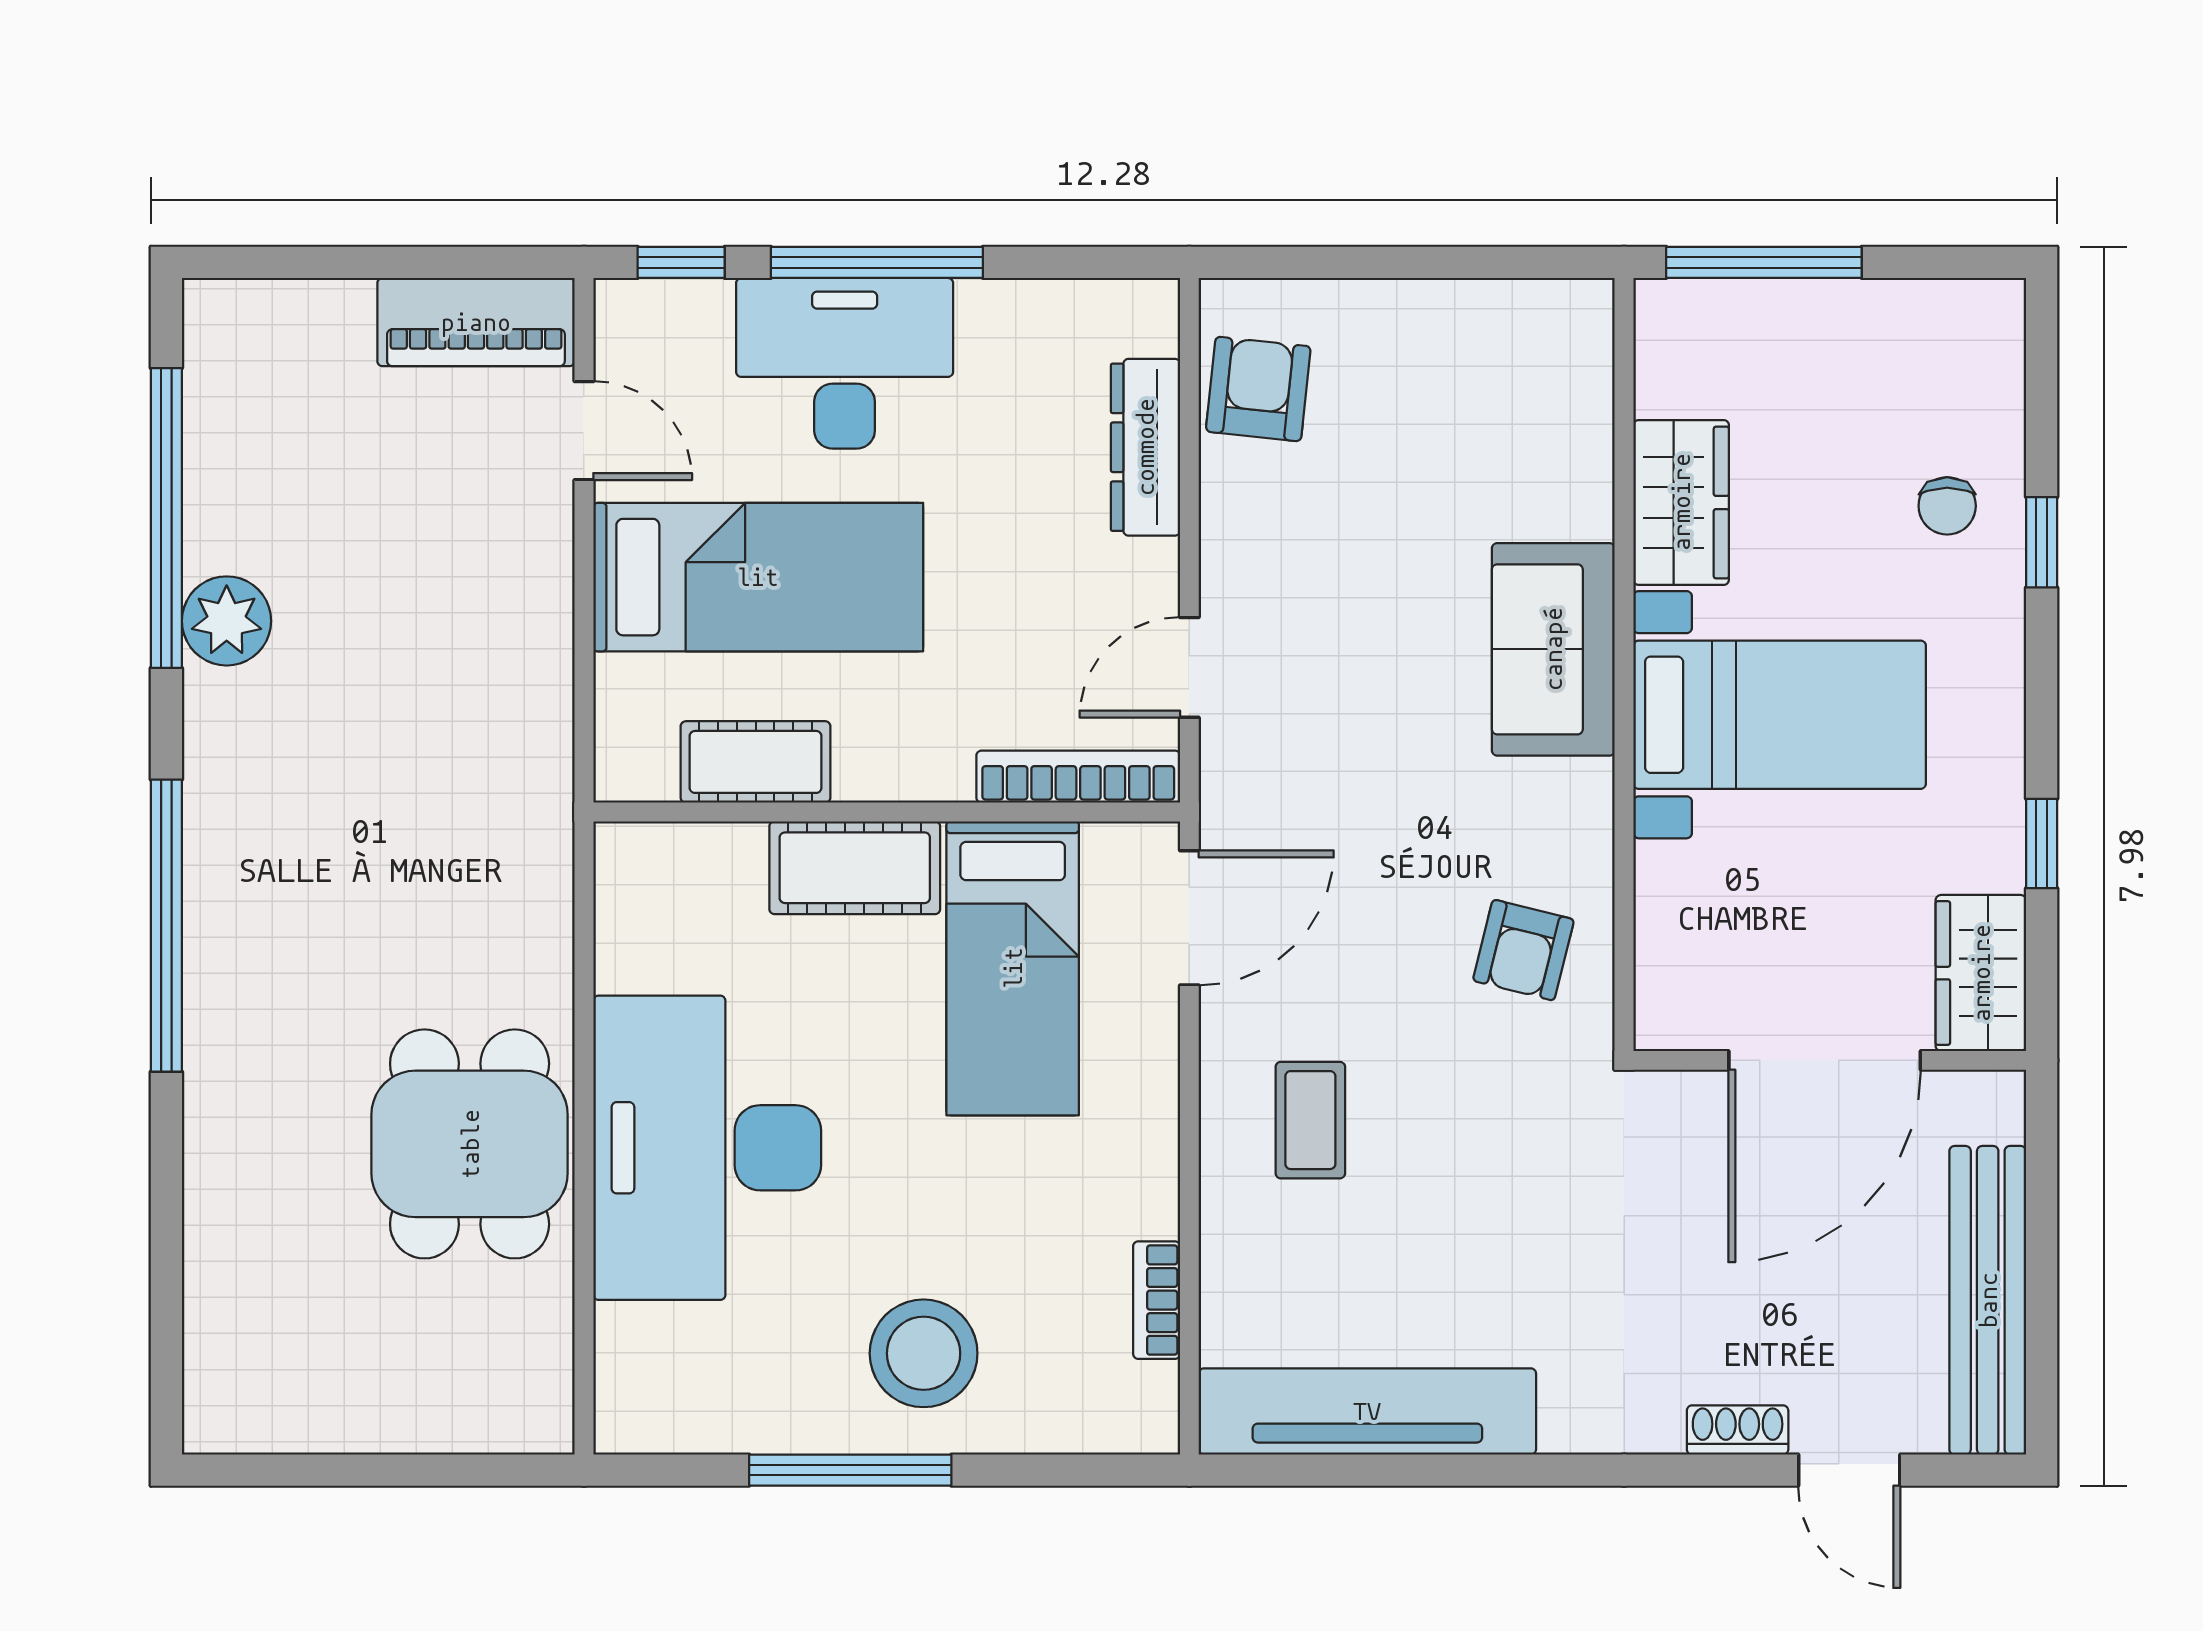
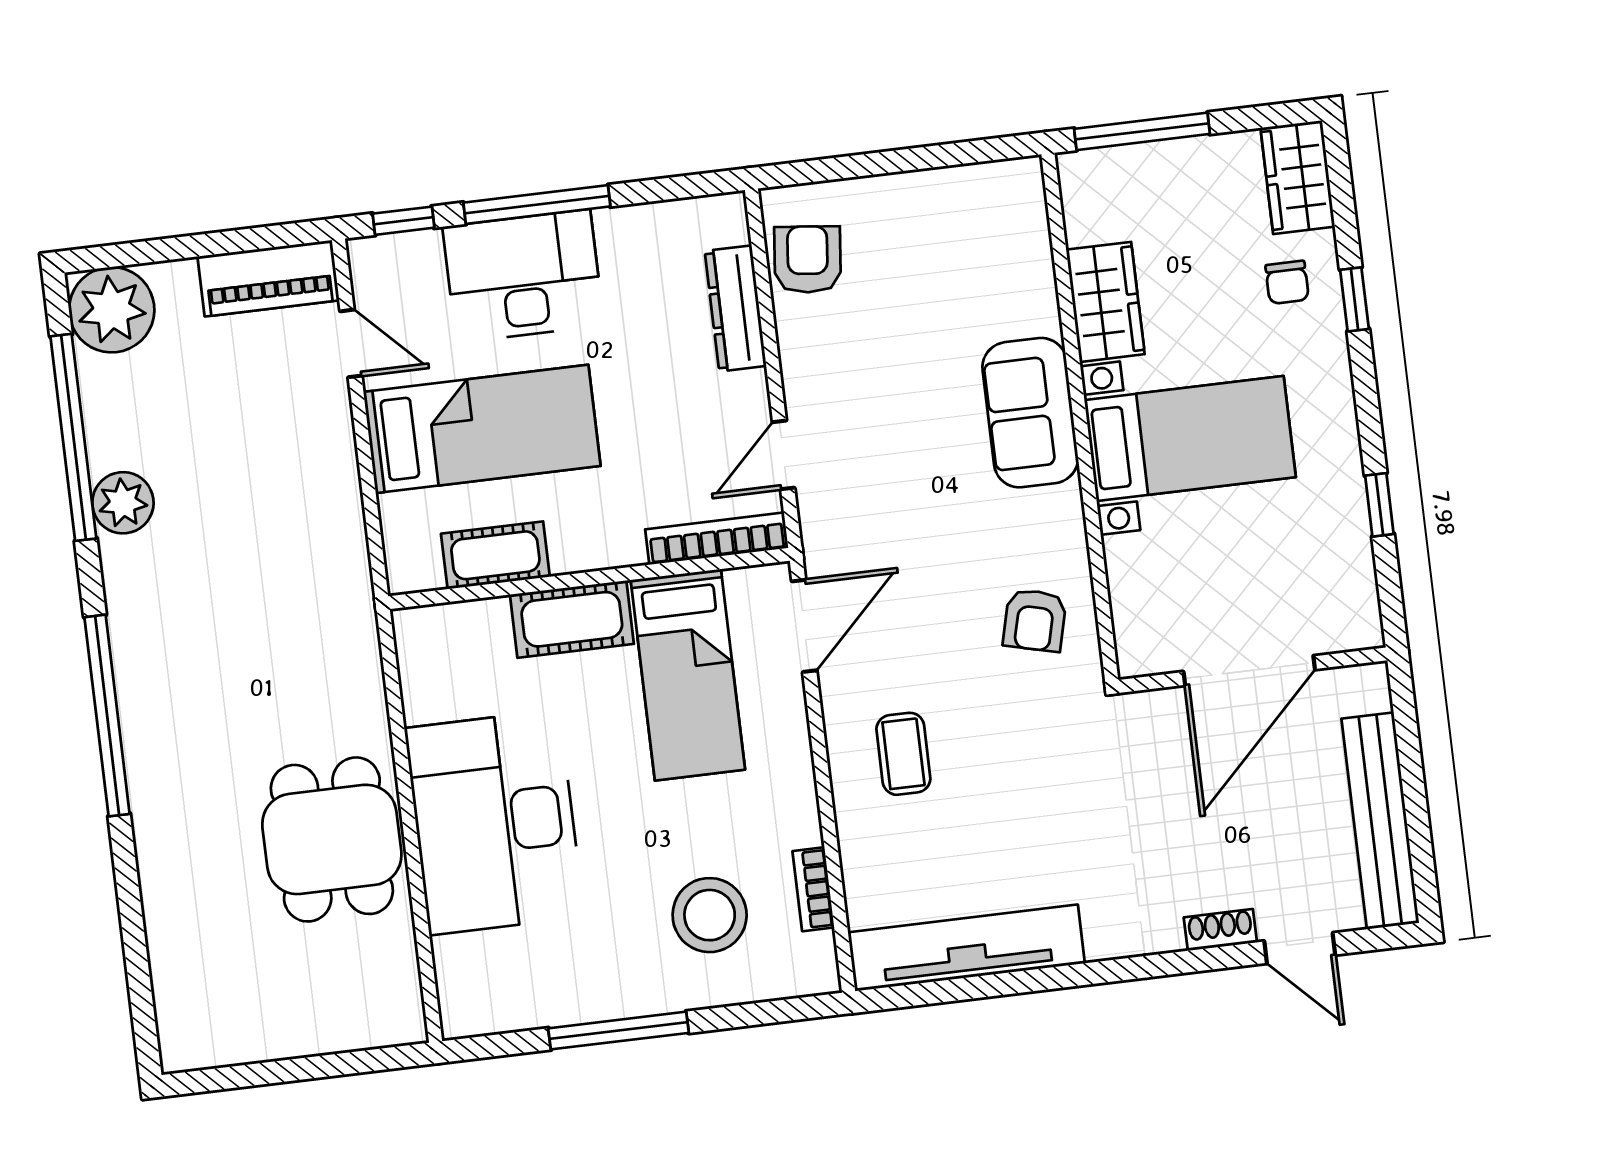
plant: (244, 340) -> (112, 310), added
wardrobe: (1981, 973) -> (1298, 177), moved
stool: (924, 1353) -> (710, 915), moved

